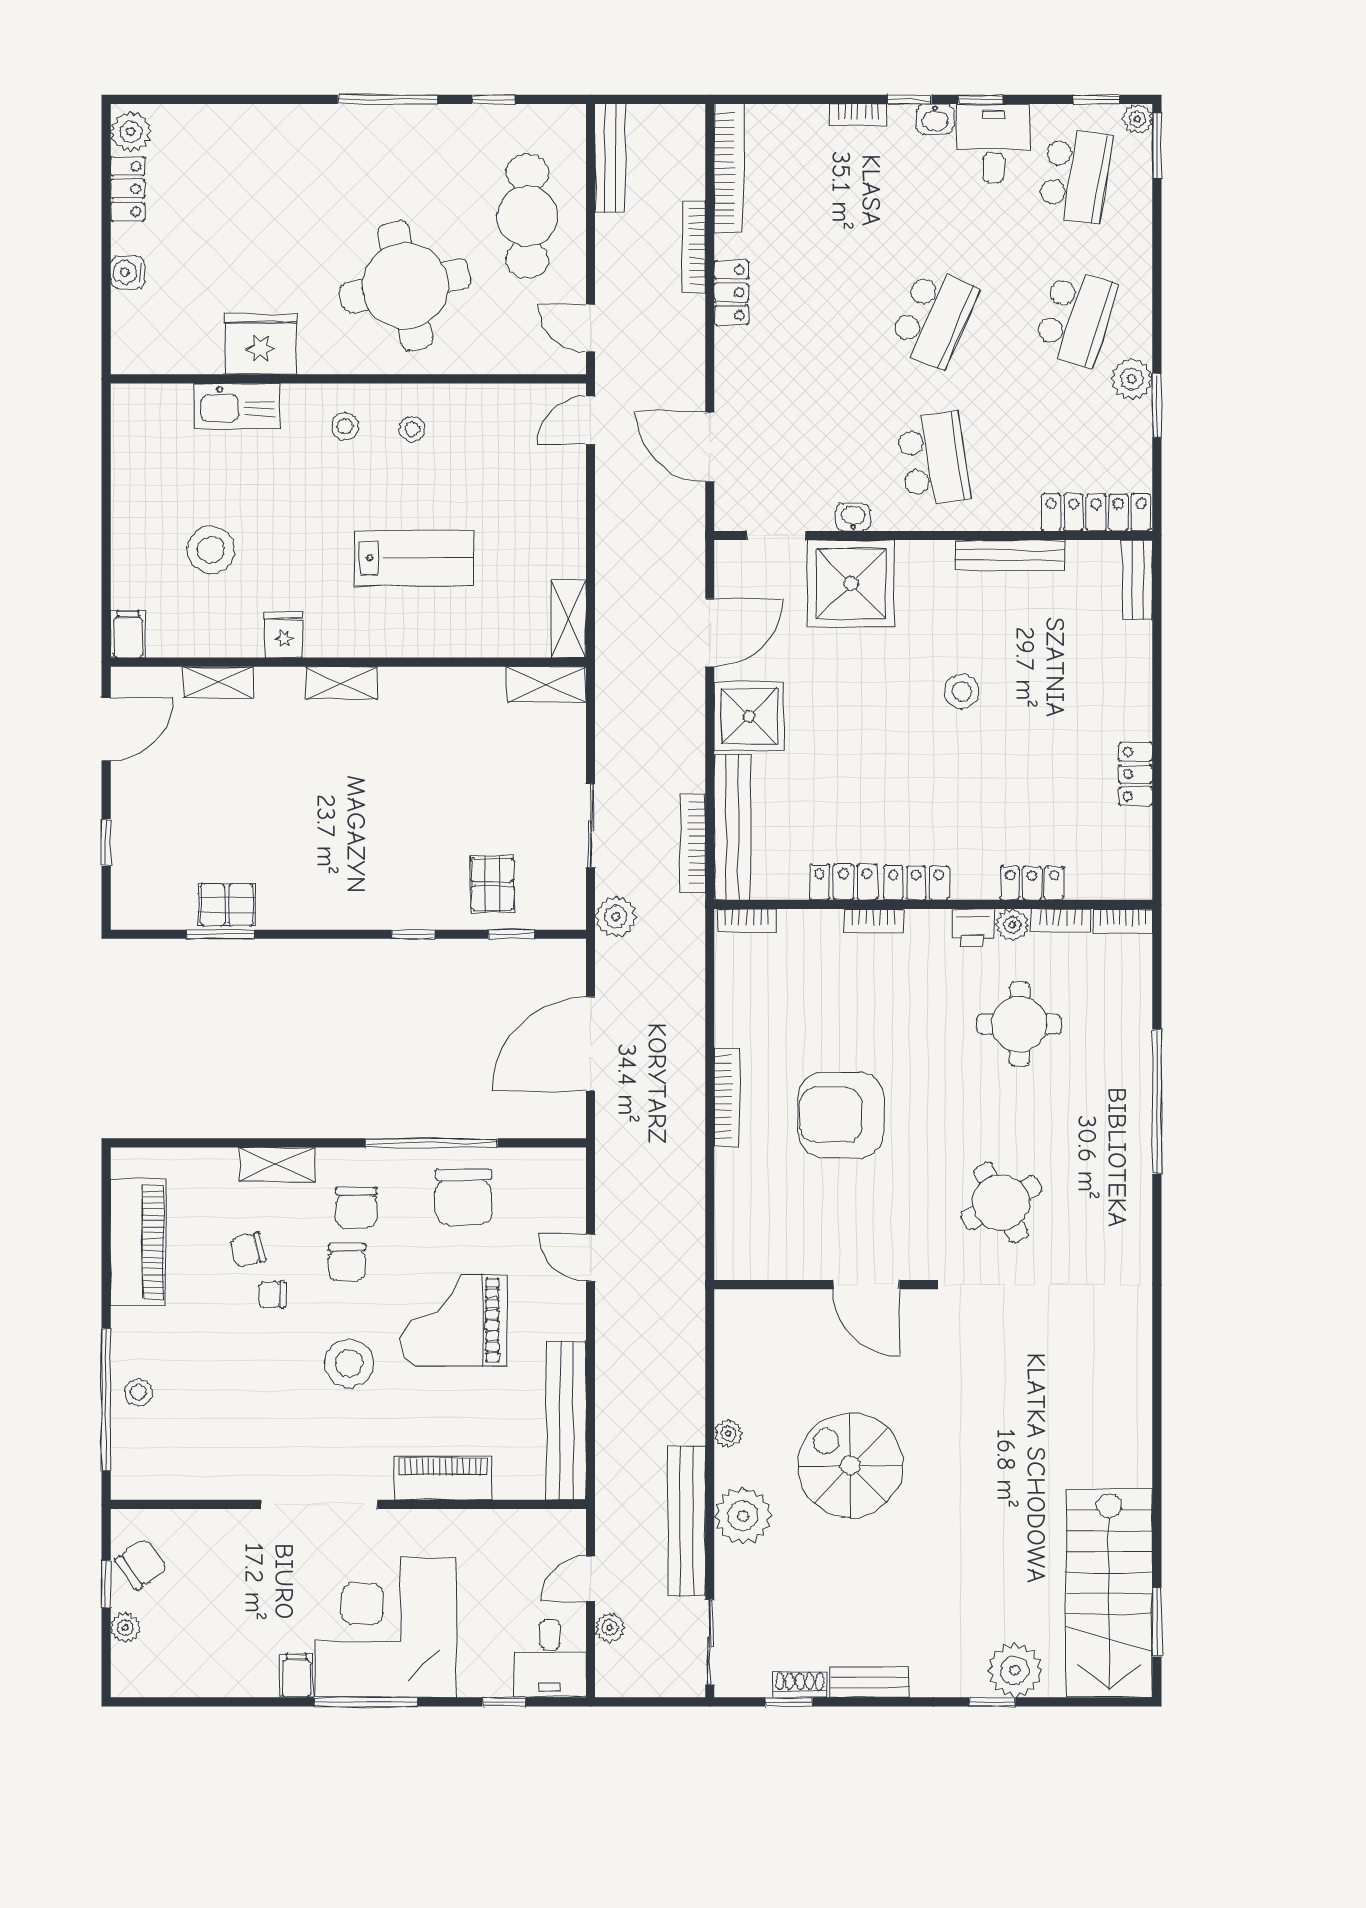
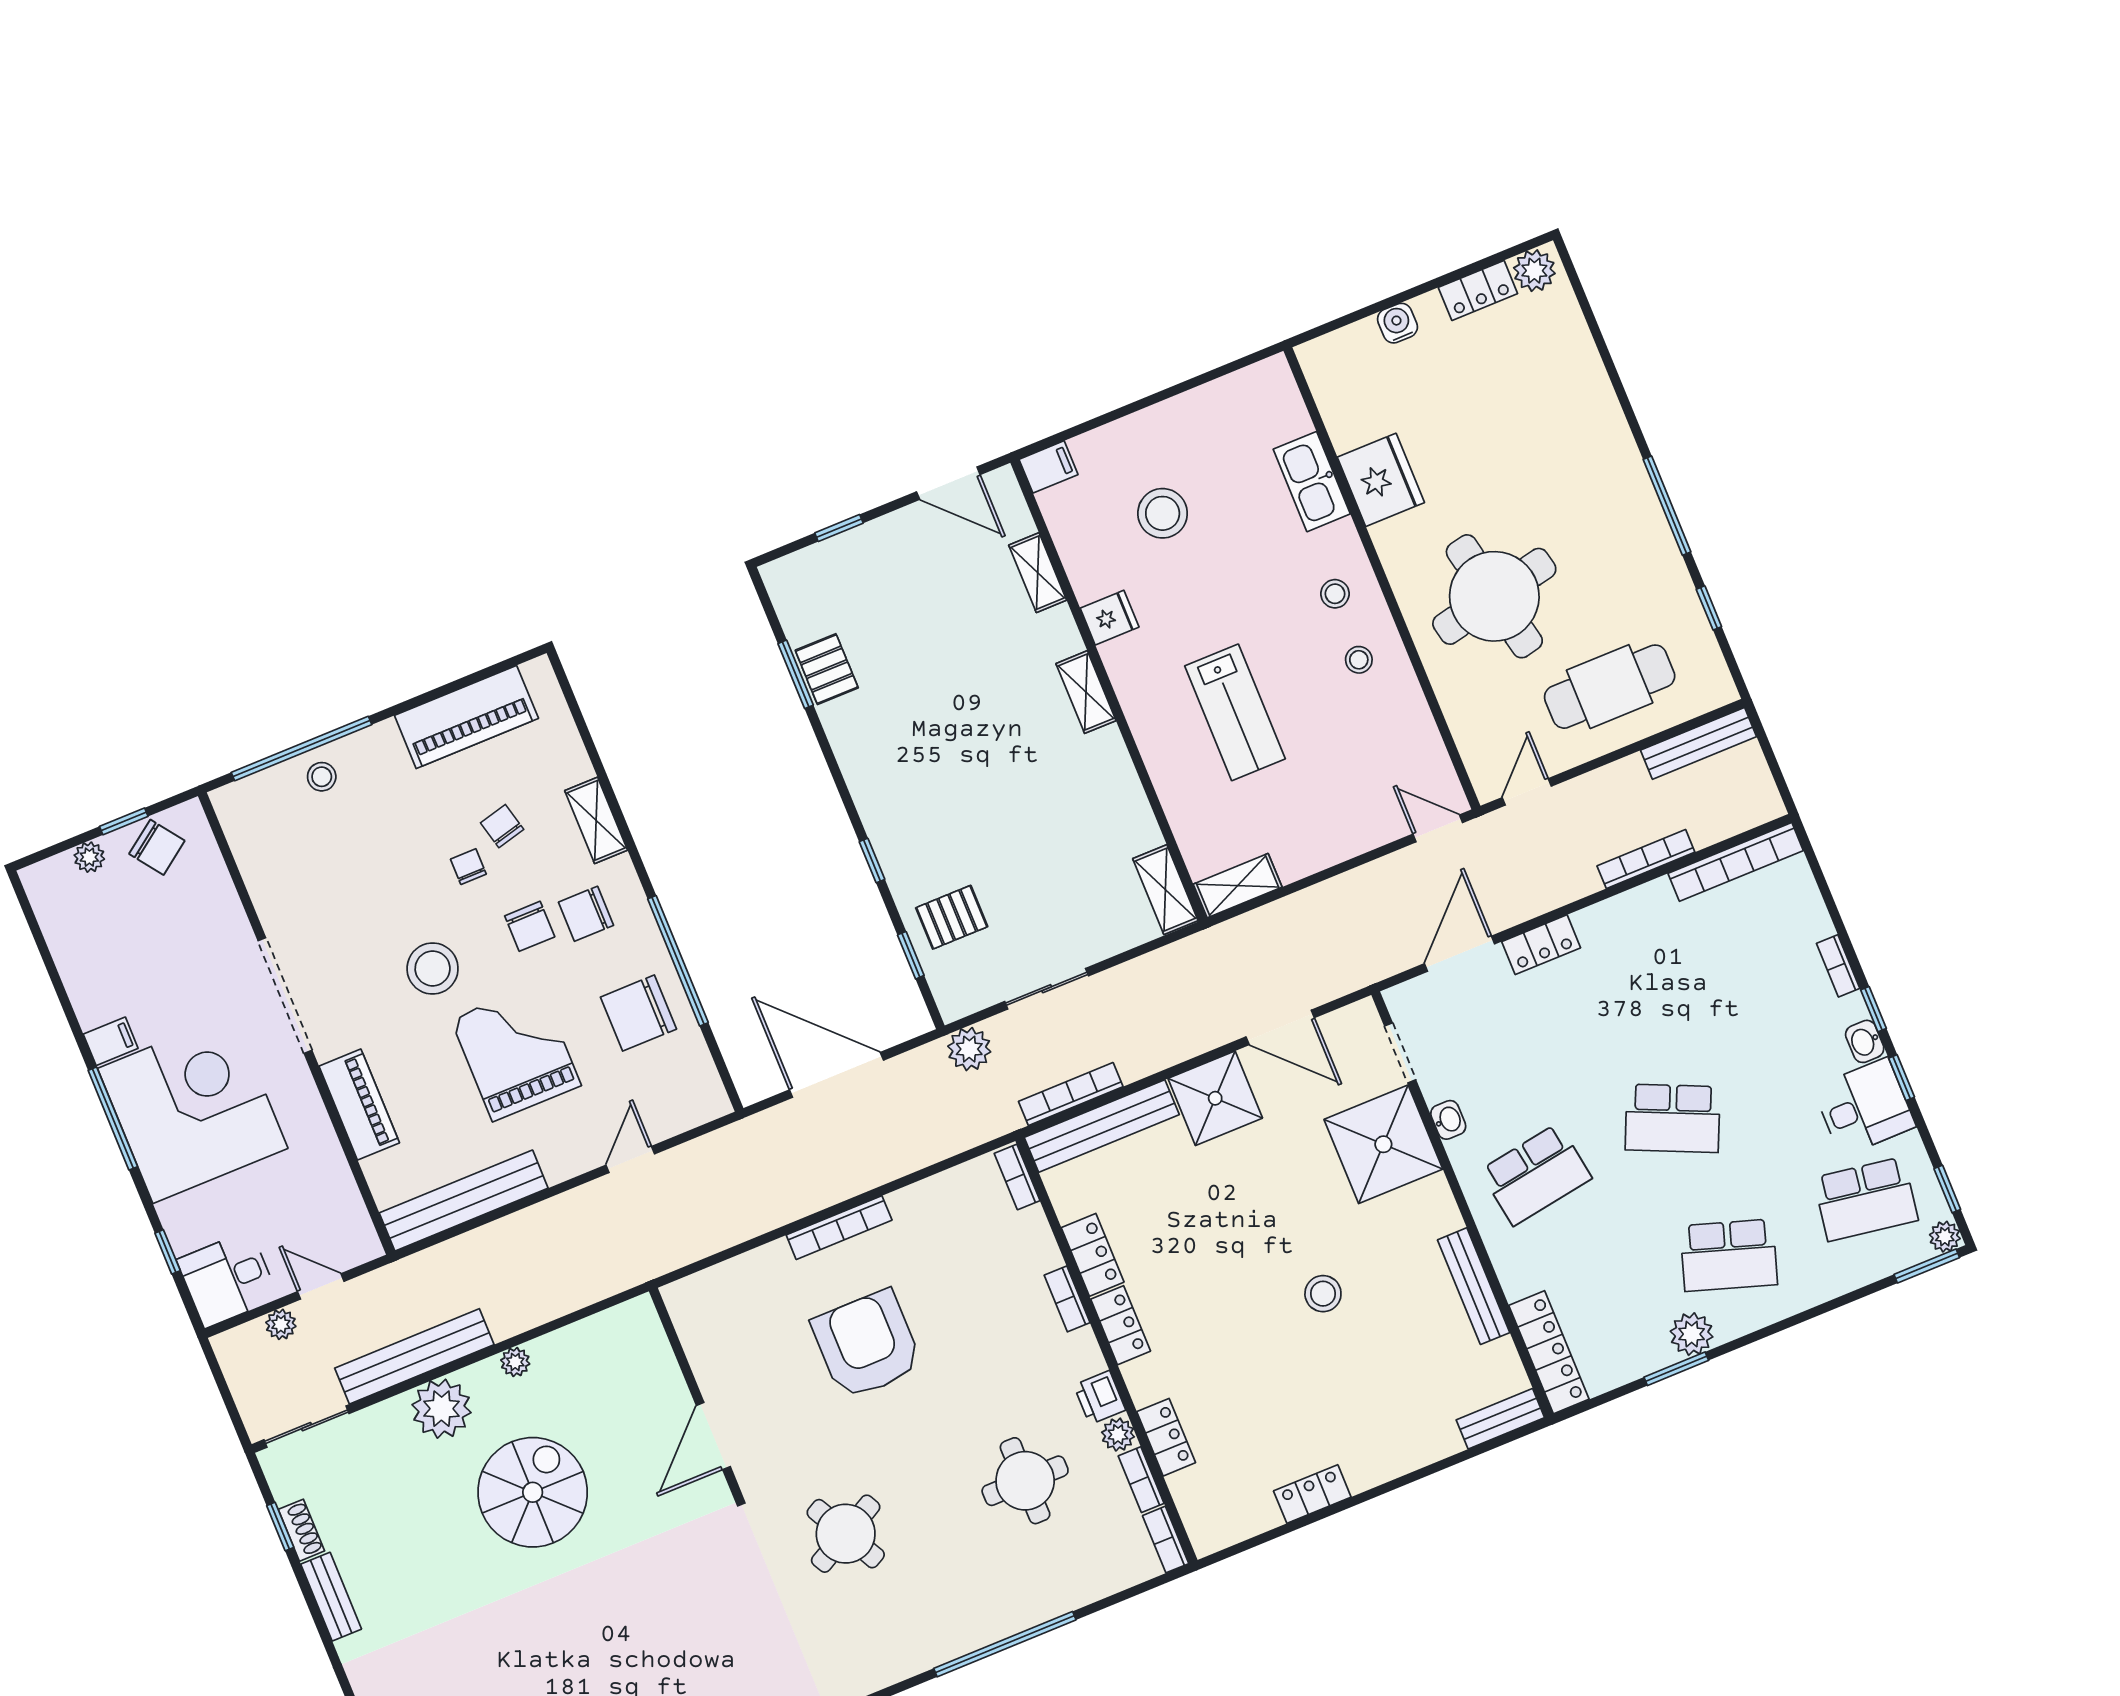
locker: (731, 292) -> (1541, 945), moved
chair: (347, 1262) -> (530, 926), turned -90

